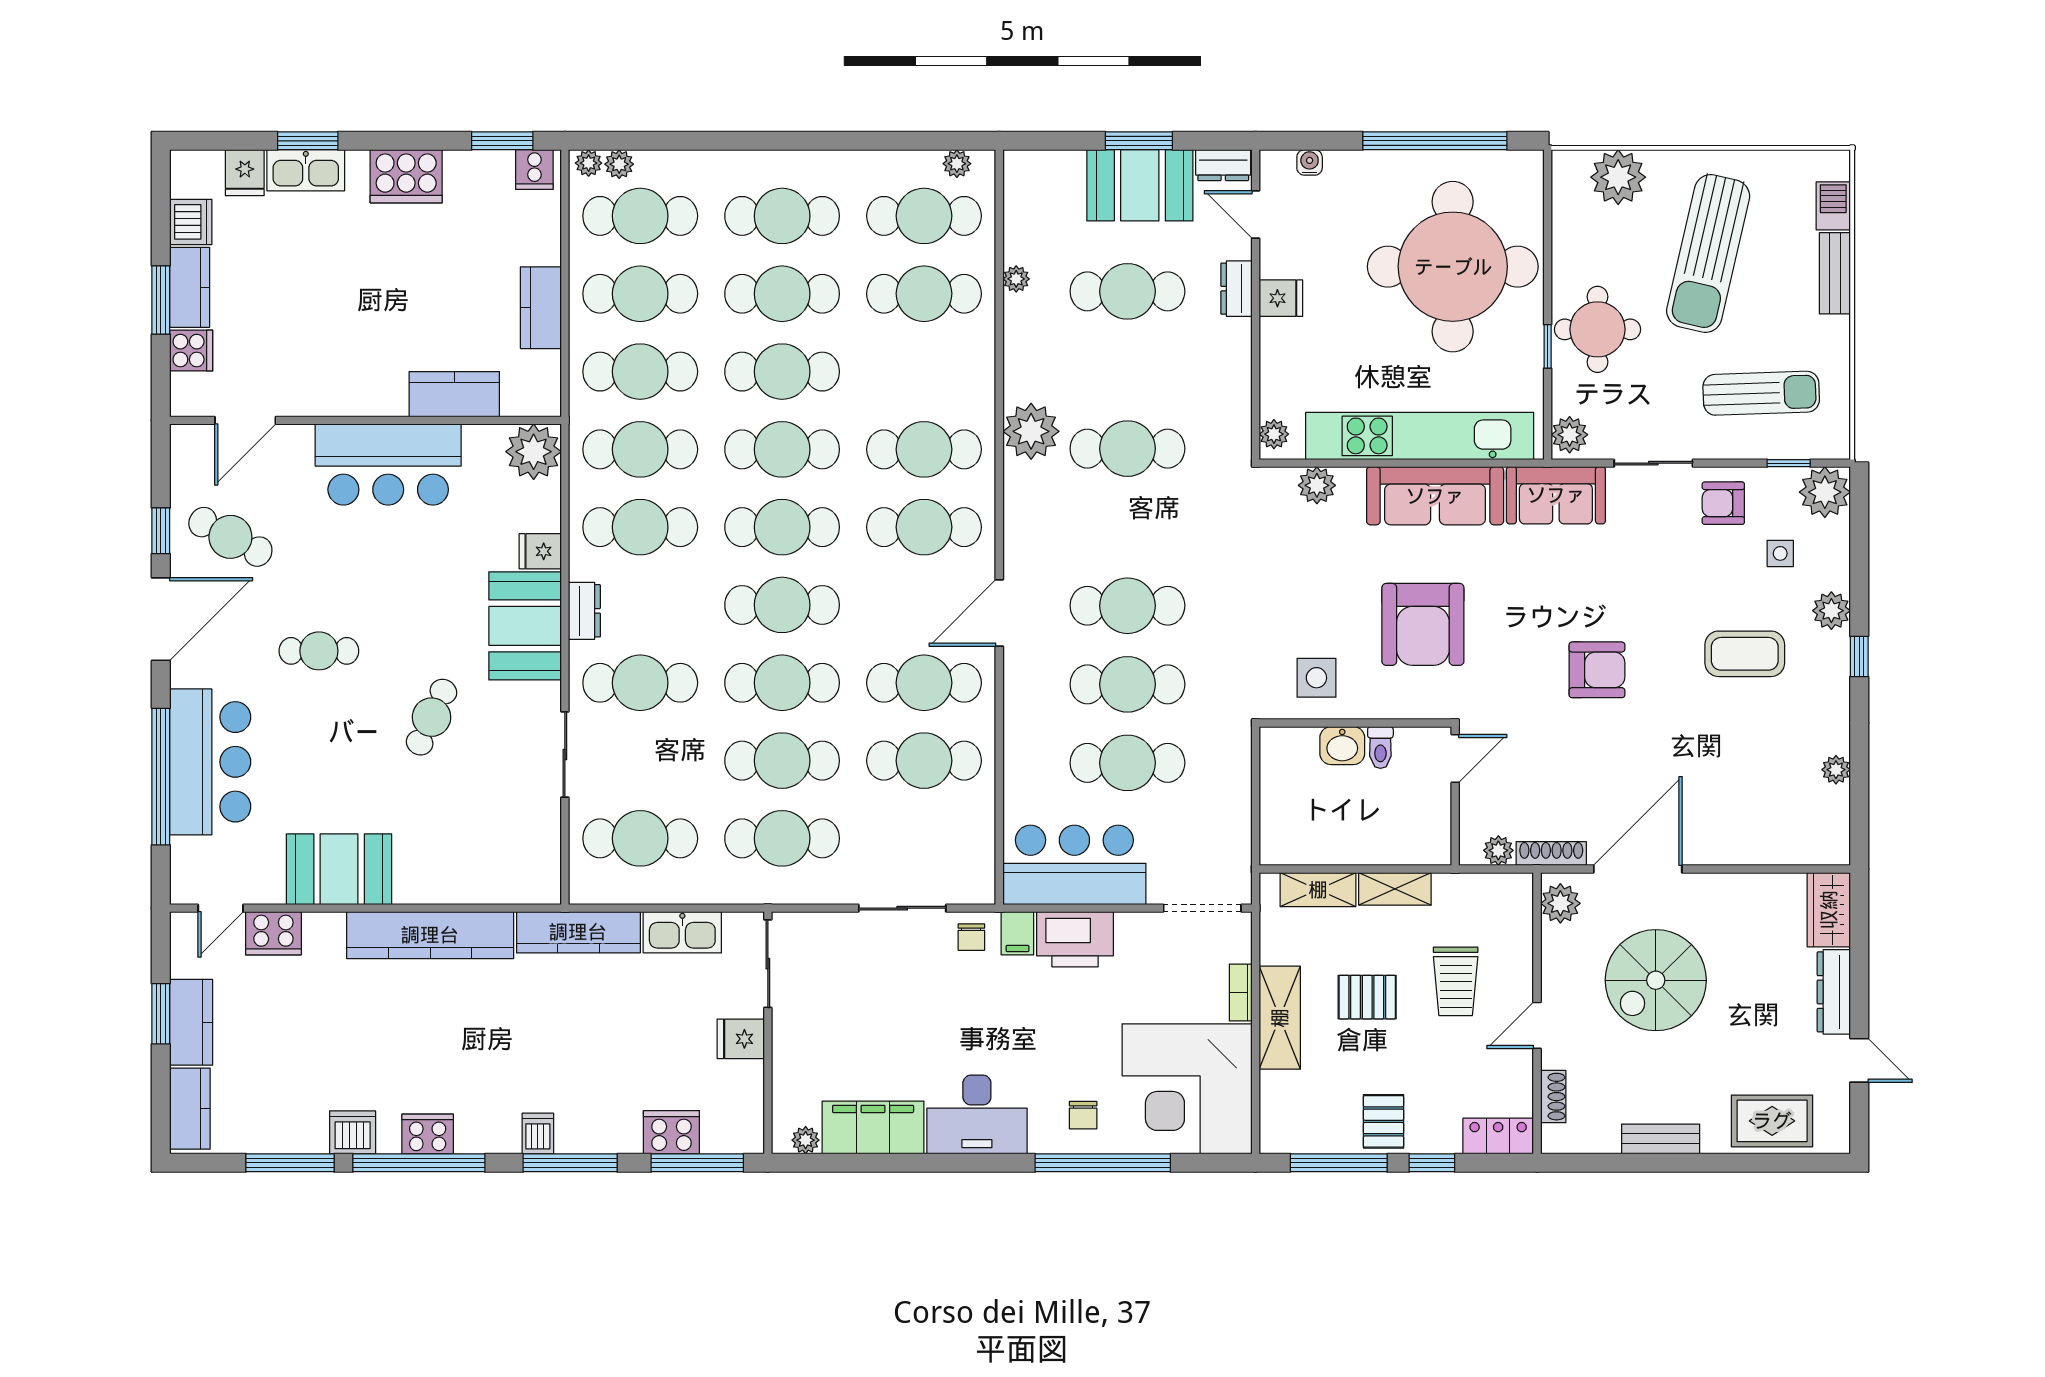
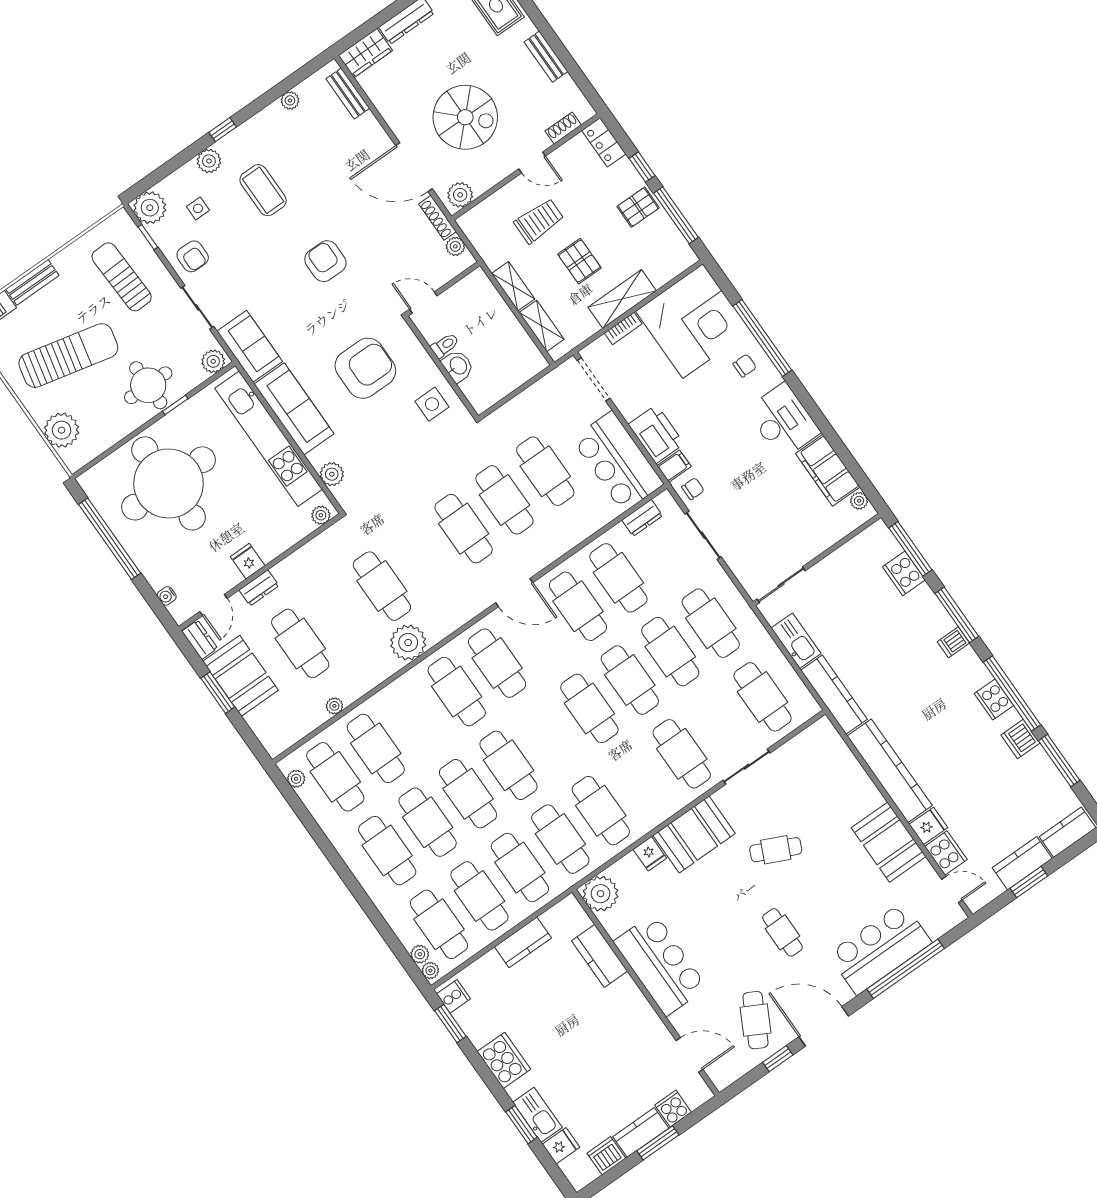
cafe table: (782, 527) -> (549, 737), removed
dresser: (584, 611) -> (642, 518), moved, turned 180
bench: (1793, 851) -> (348, 93), added
fridge: (741, 1039) -> (928, 826), moved, turned -90

